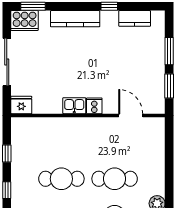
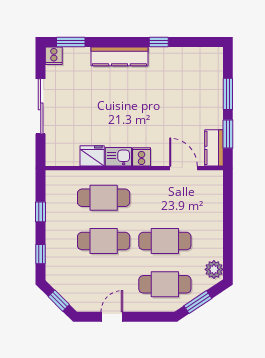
kitchen counter: (135, 18) -> (214, 148), moved, turned 90
cooker: (25, 21) -> (54, 56), width x0.53, depth x0.76
fridge: (21, 105) -> (92, 156), moved
cafe table: (61, 141) -> (104, 198), added

